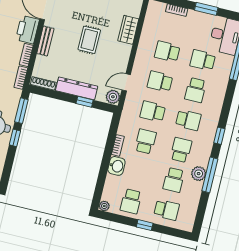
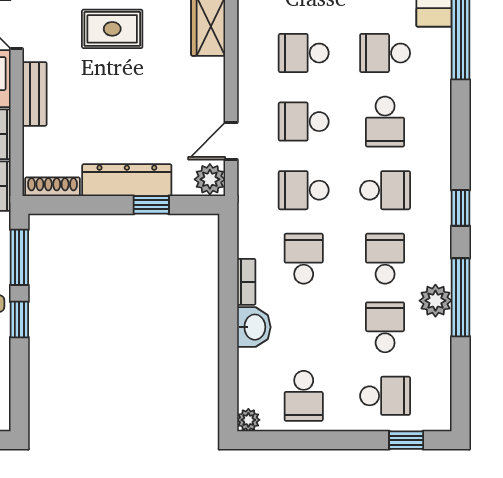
rug: (89, 40) -> (112, 29), moved, turned 90
school desk: (174, 180) -> (385, 327), turned 180
window: (145, 225) -> (406, 440), moved

